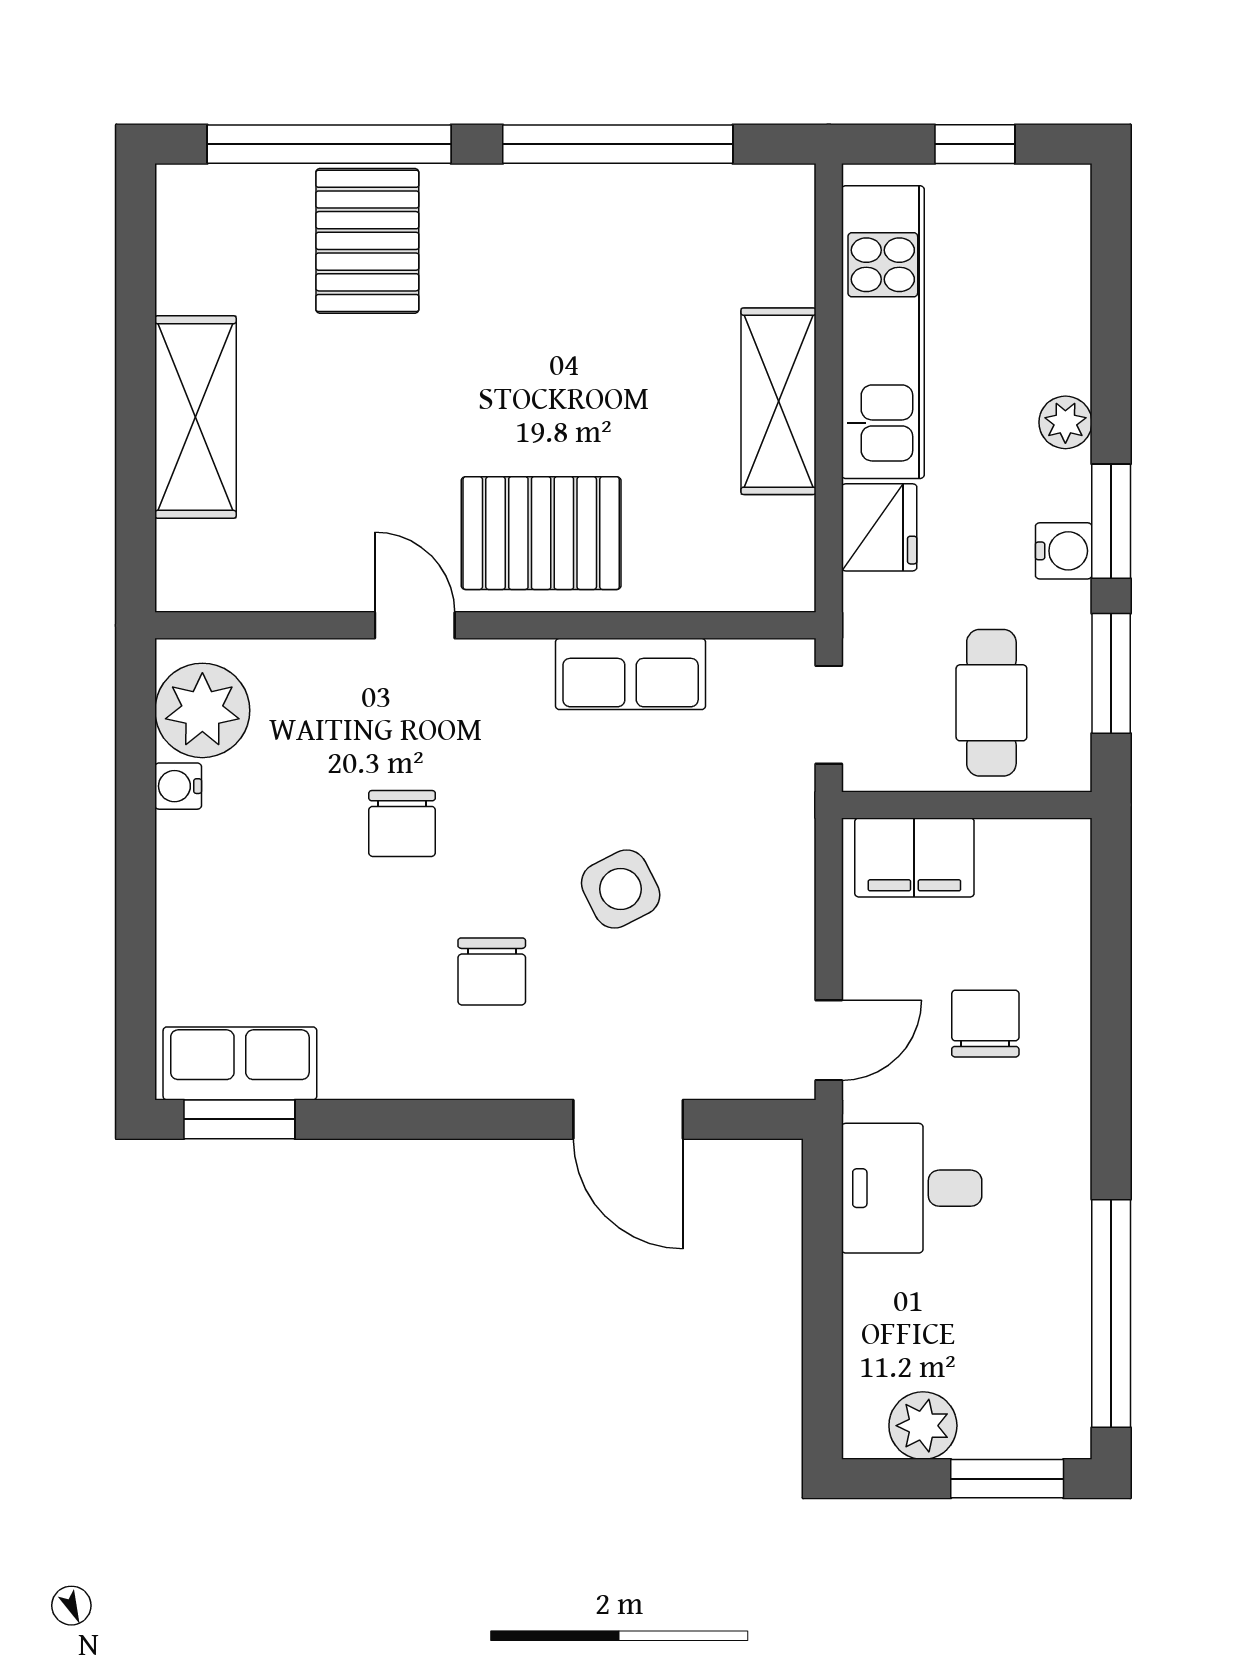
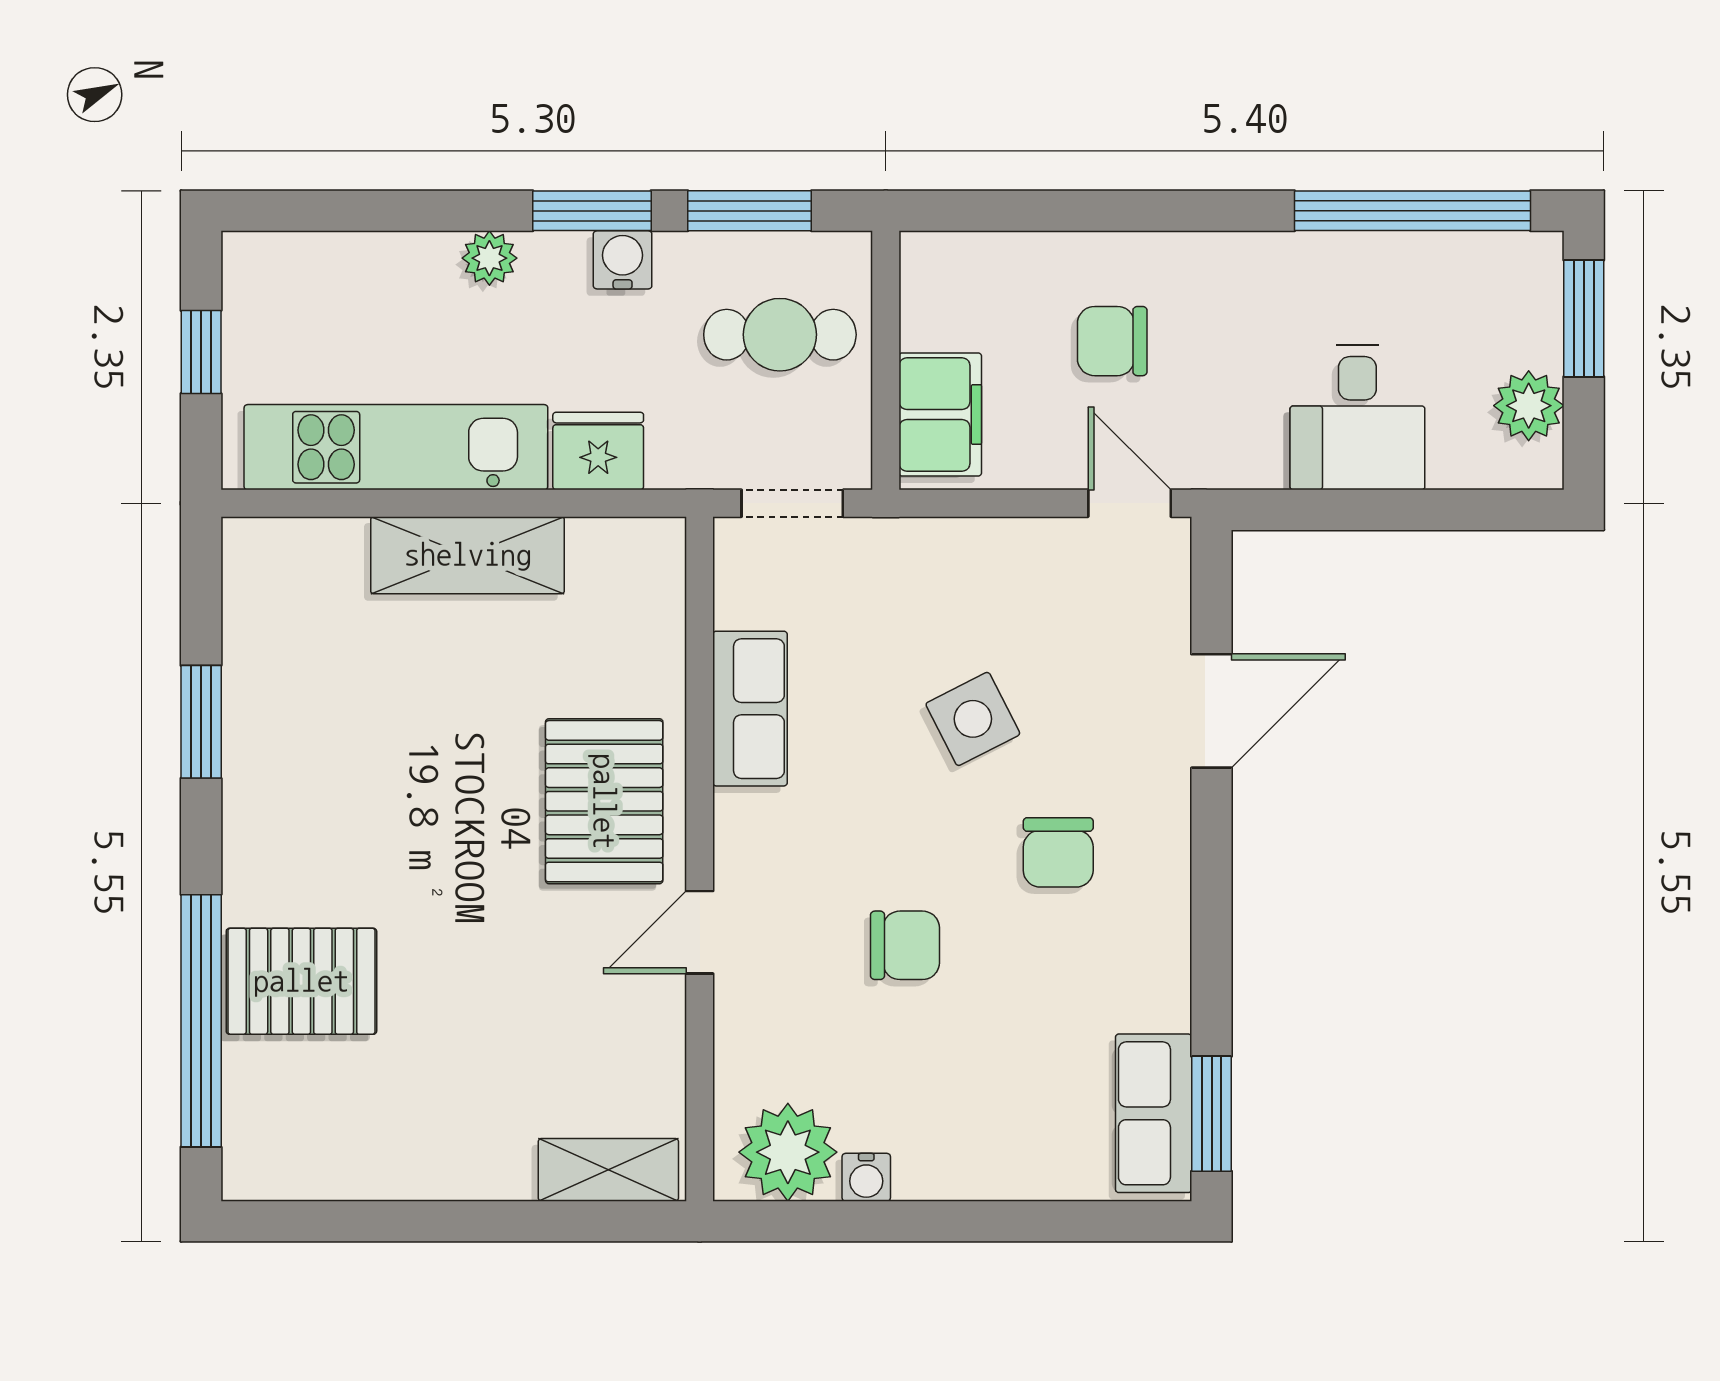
window: (618, 144) -> (201, 722), width x0.47
shelving: (195, 417) -> (608, 1170), moved, width x0.67, depth x0.75
chair: (492, 971) -> (1058, 852), turned 90
desk: (912, 1188) -> (1357, 417), moved

